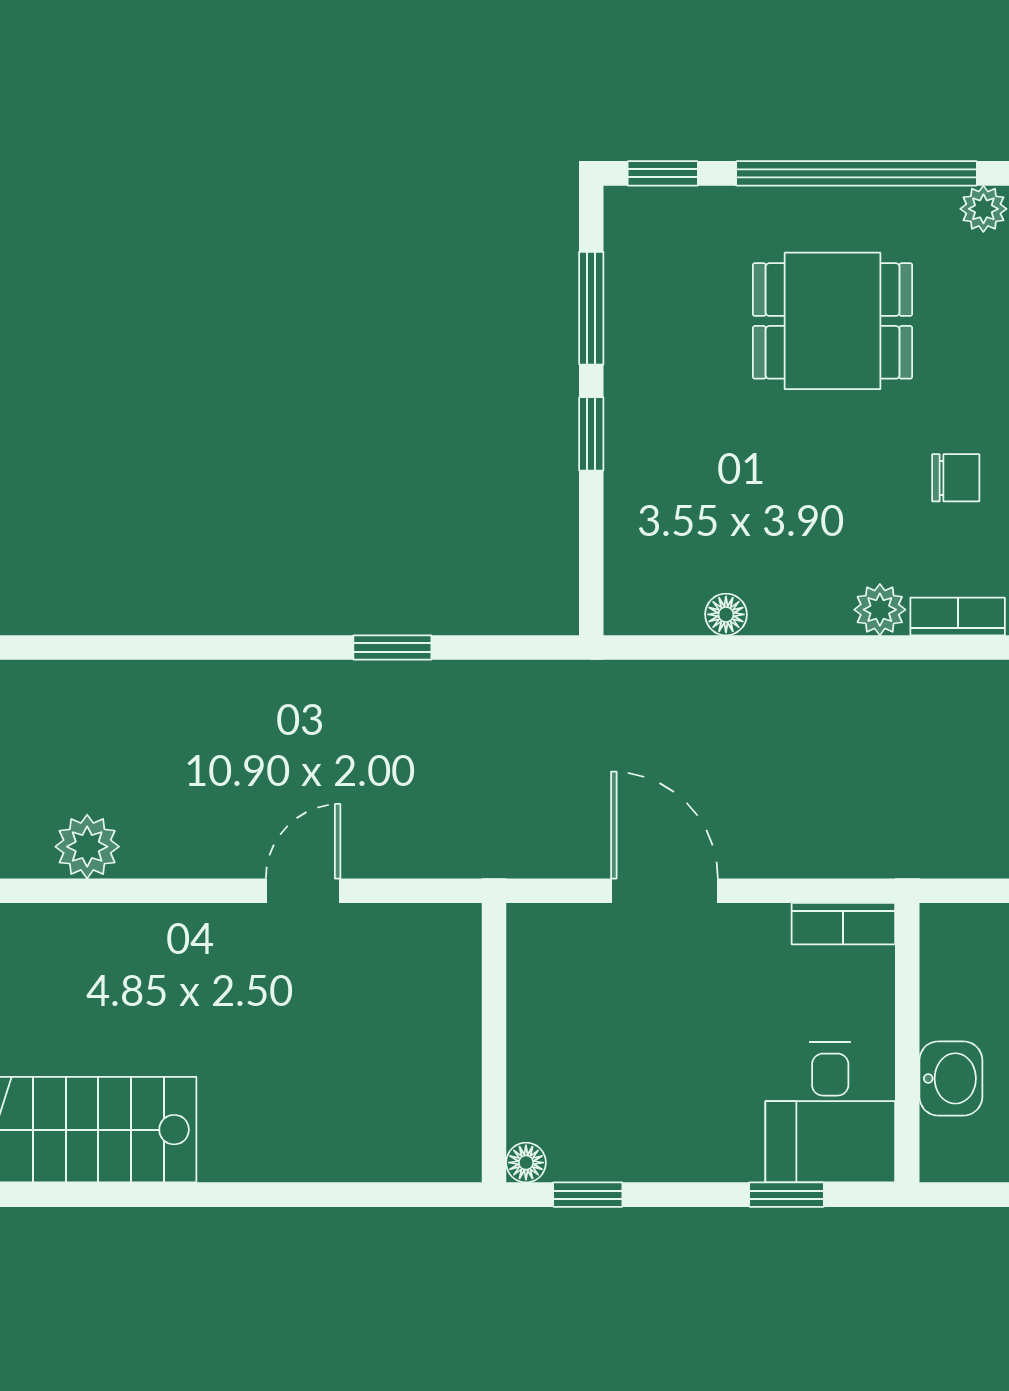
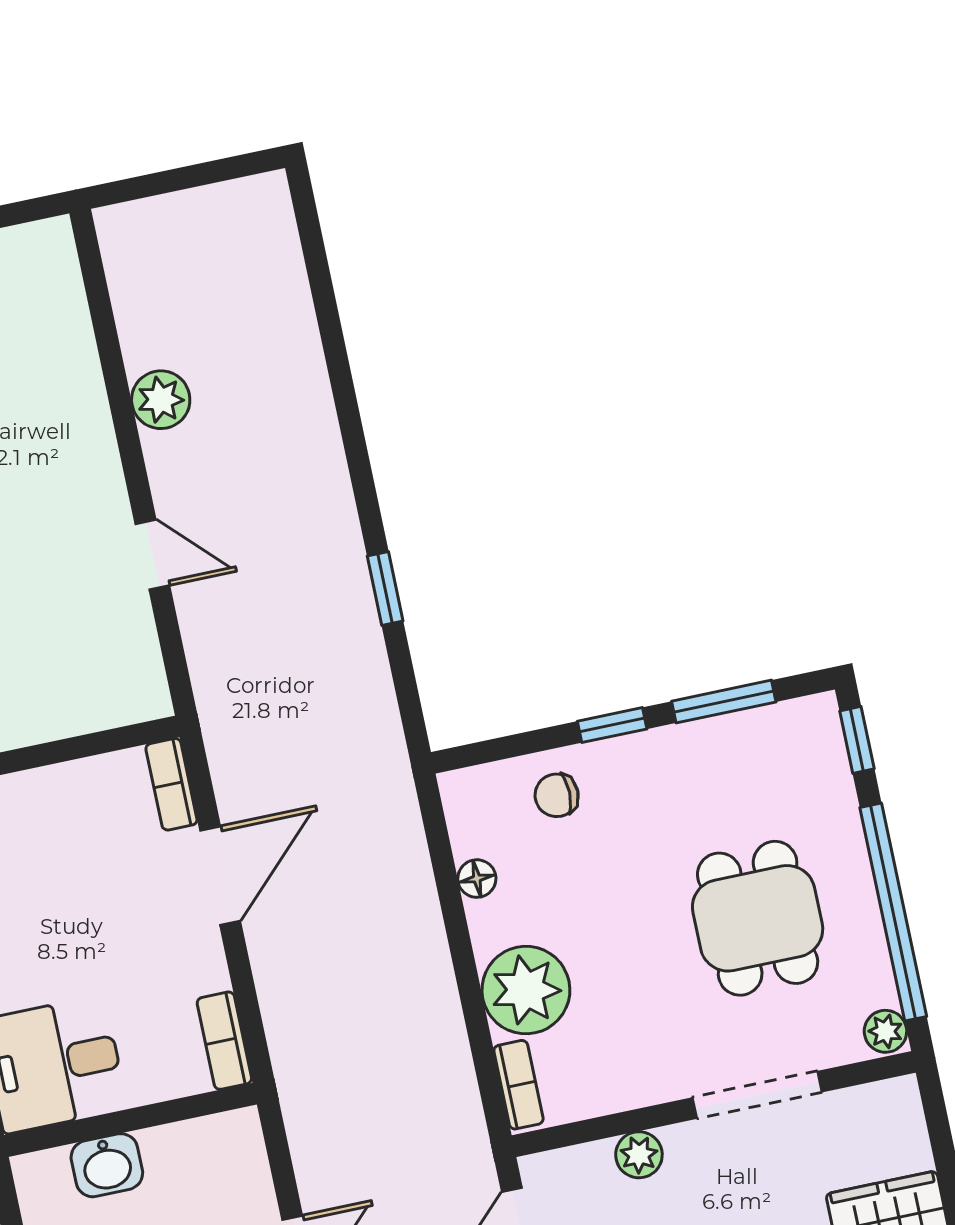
chair: (956, 478) -> (557, 795), moved, turned 90
plant: (880, 610) -> (526, 990), width x1.87, depth x1.87
plant: (87, 847) -> (161, 400), moved
bookcase: (555, 922) -> (171, 784), added

